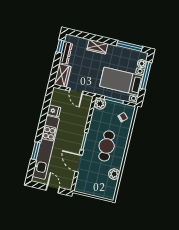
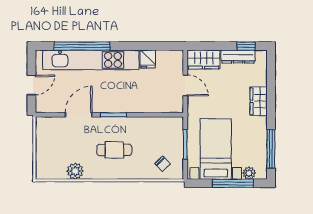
door: (76, 91) -> (185, 85), swing flipped
plant: (100, 104) -> (175, 125), removed
cafe table: (107, 146) -> (114, 150), width x0.73, depth x0.74
window: (36, 151) -> (82, 46), width x2.11

